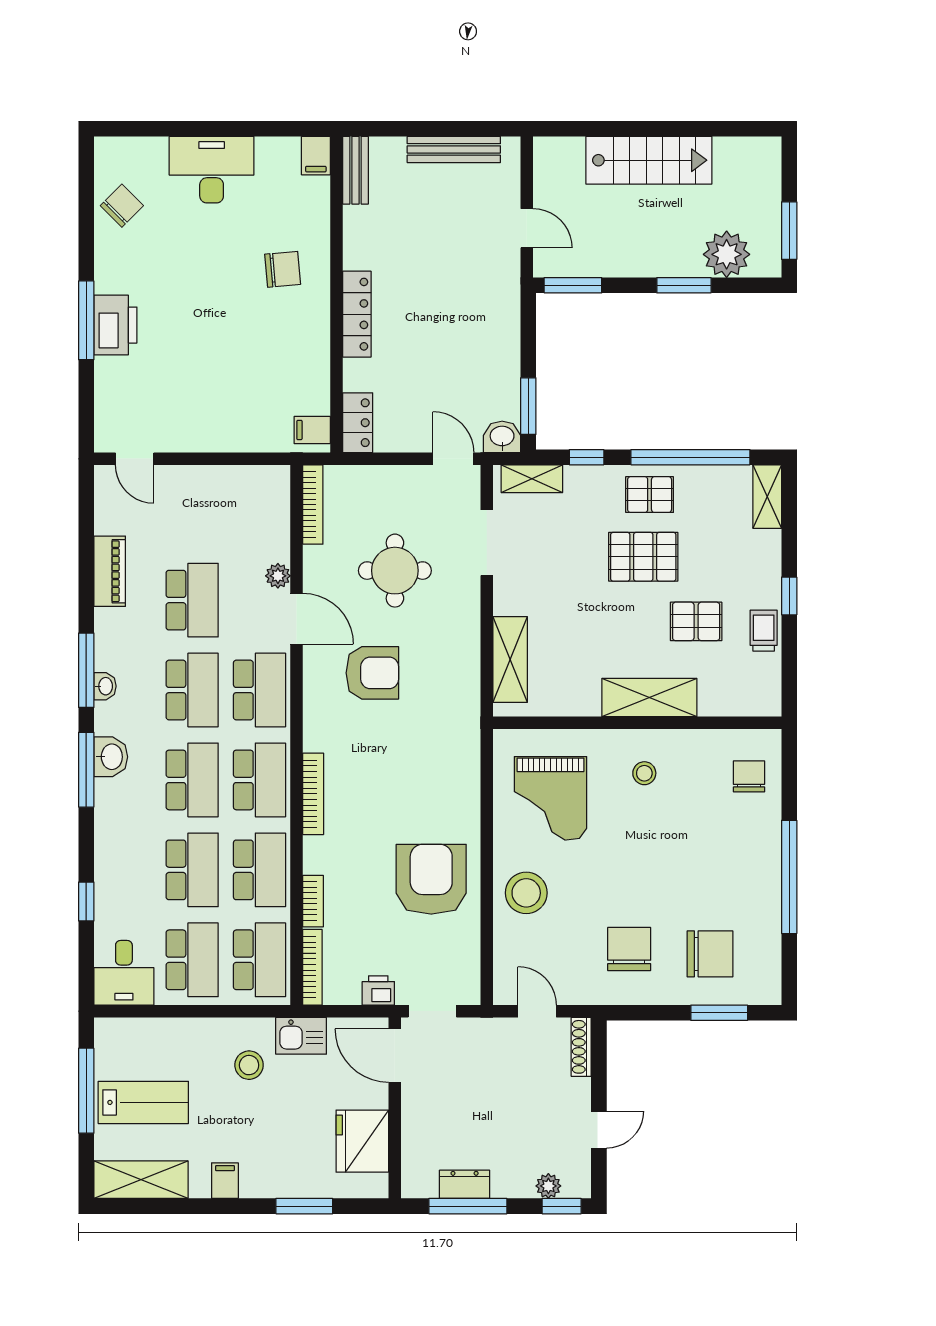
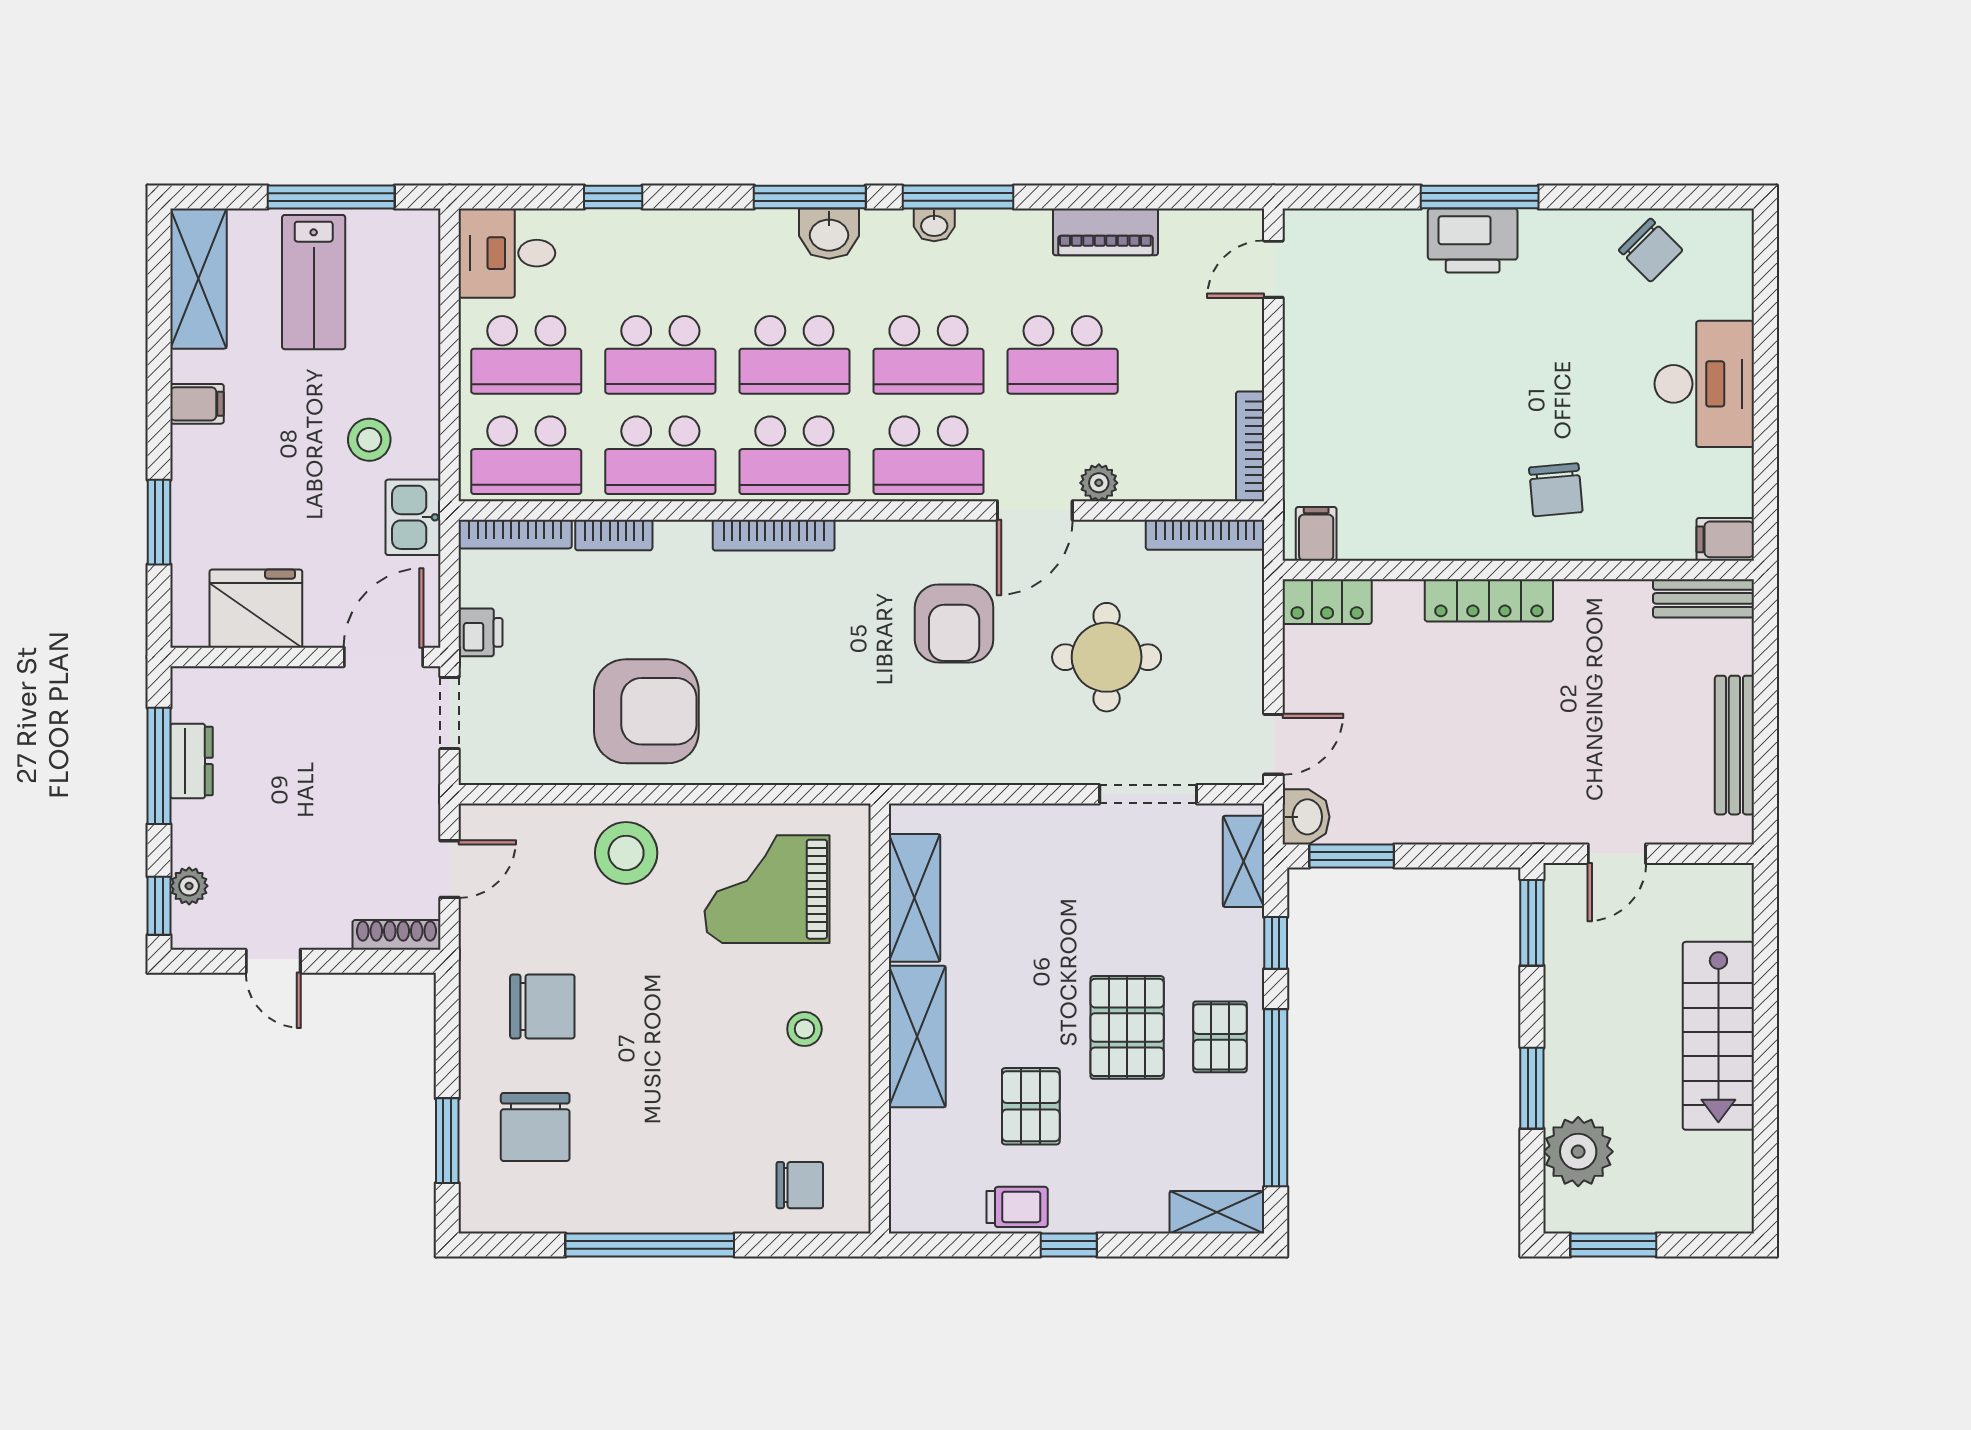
bookcase: (253, 474) -> (1250, 446), added
shelving: (510, 659) -> (915, 898), moved, turned 90

